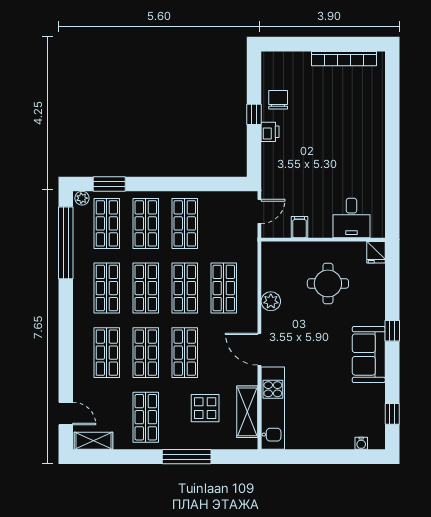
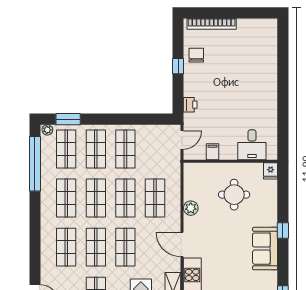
bookcase: (344, 59) -> (212, 24), moved
printer: (270, 132) -> (190, 105), moved

